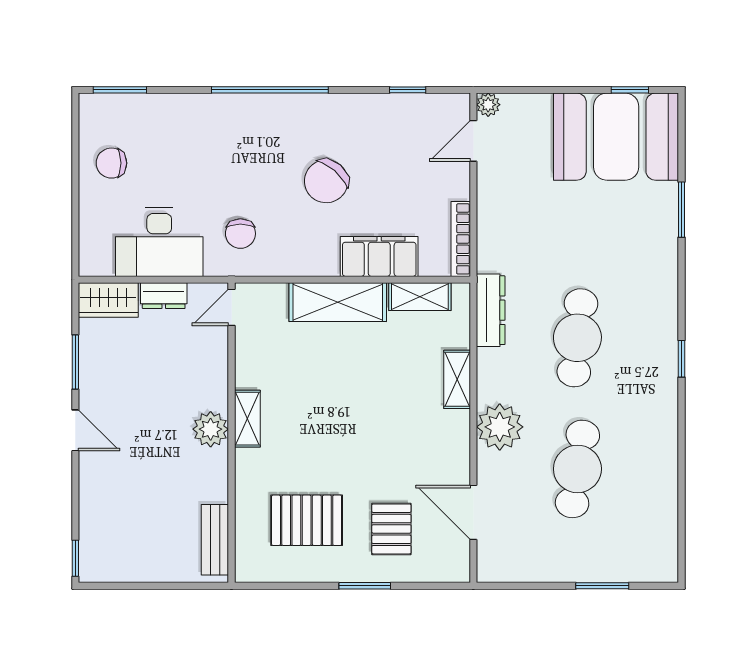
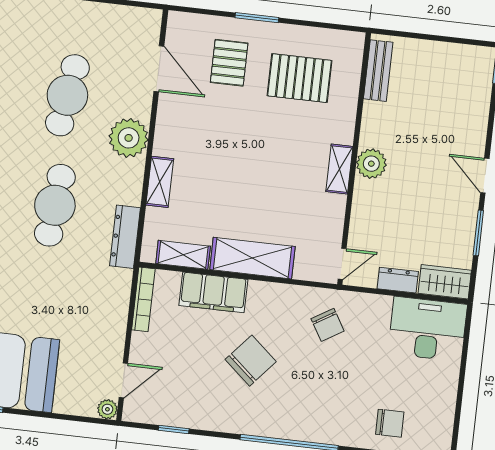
chair: (111, 163) -> (390, 423), moved
chair: (240, 234) -> (328, 325), turned 149
desk: (159, 242) -> (428, 329), moved

